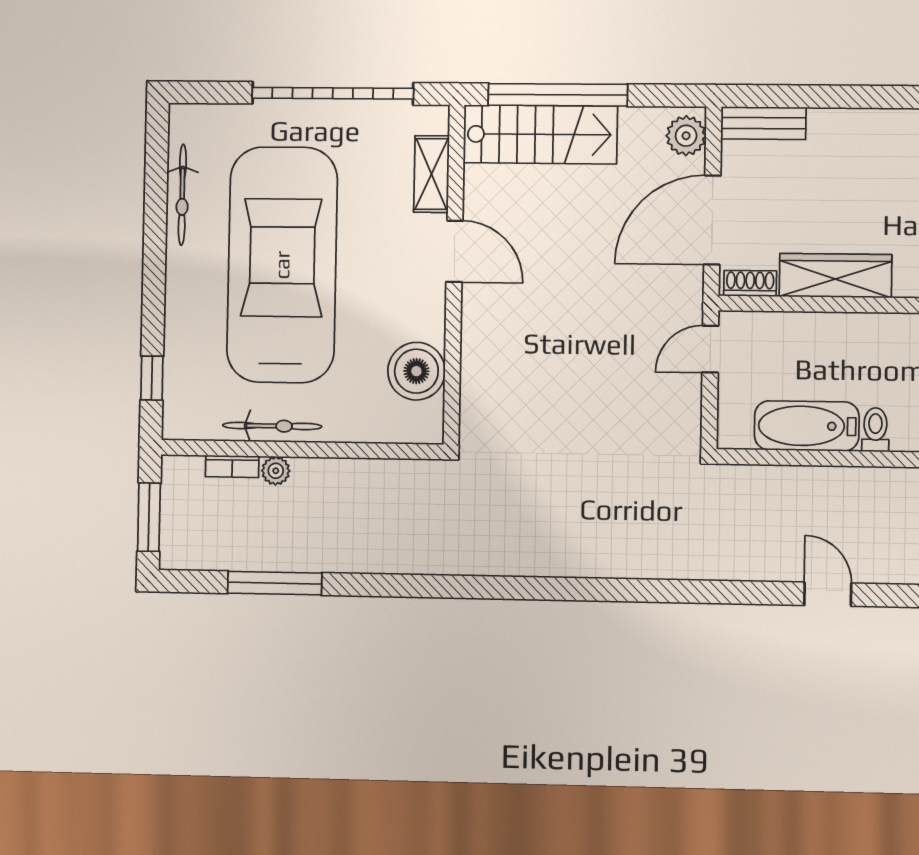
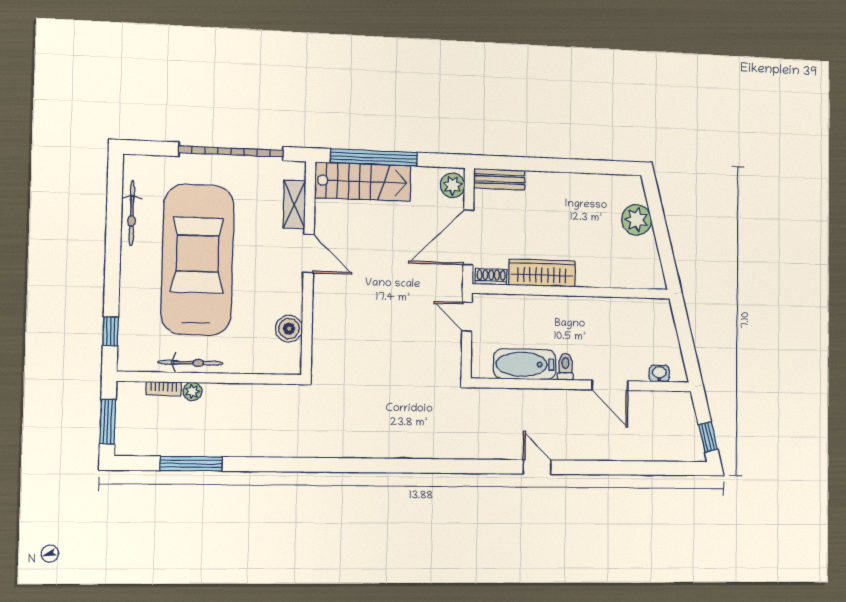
door: (710, 349) -> (467, 317), hinge flipped
boiler: (416, 371) -> (289, 329), width x0.73, depth x0.73

